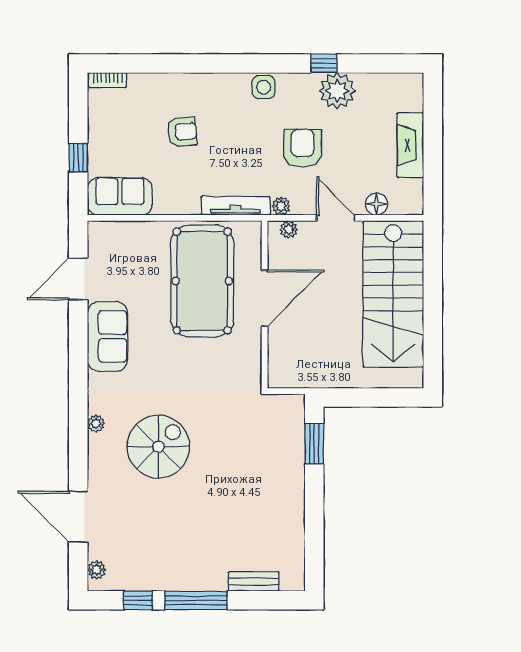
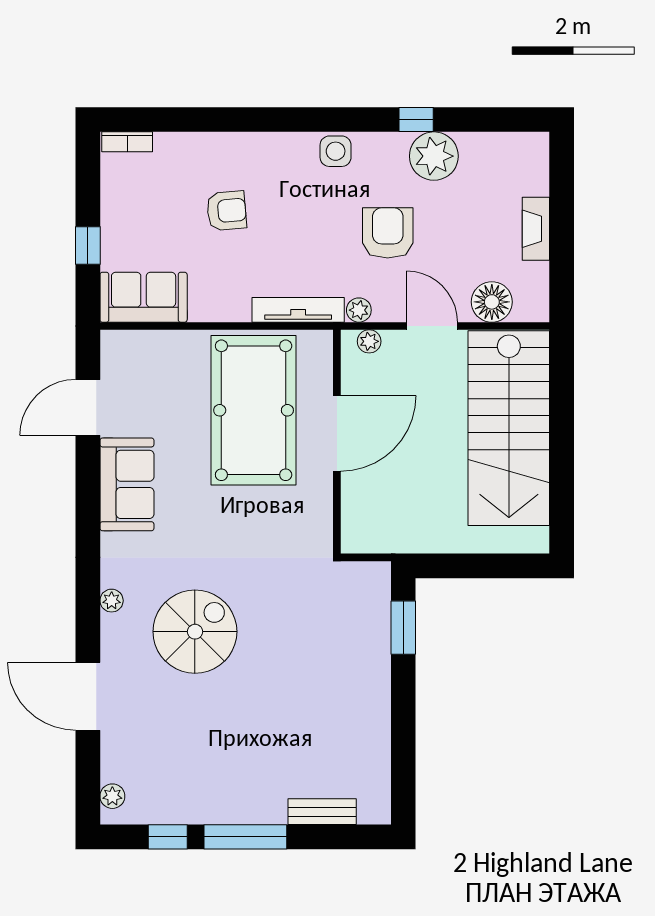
fireplace: (410, 145) -> (536, 229), width x0.73, depth x0.76
floor lamp: (376, 204) -> (492, 302), width x1.38, depth x1.38
door: (78, 517) -> (88, 696), moved

